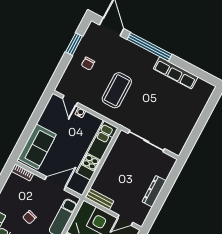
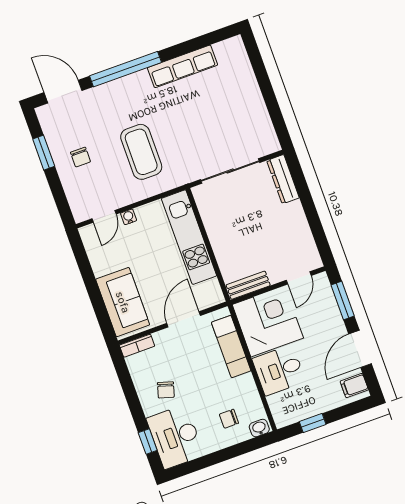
door: (70, 101) -> (104, 216), hinge flipped
dresser: (154, 191) -> (283, 179), moved
chair: (29, 217) -> (166, 390), moved

